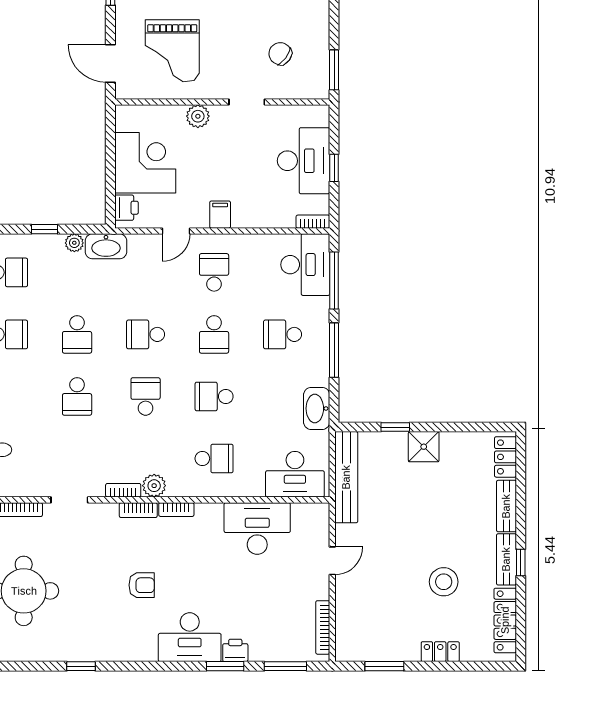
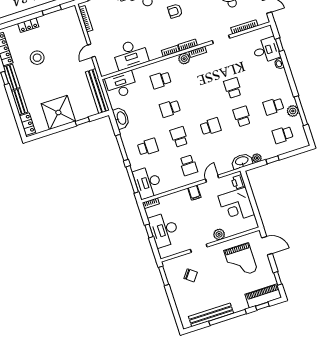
grand piano: (172, 51) -> (241, 261), turned 180
school desk: (146, 396) -> (201, 98), removed
school desk: (214, 396) -> (170, 108), turned 180
shower: (424, 447) -> (58, 112), width x1.86, depth x1.86

